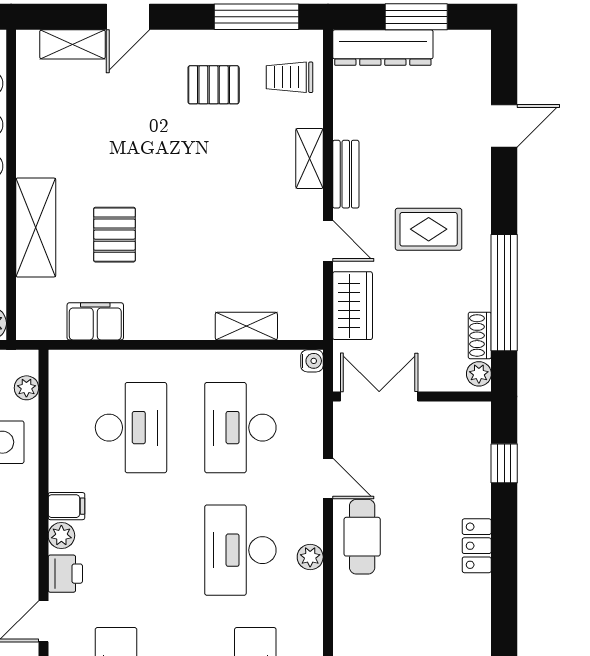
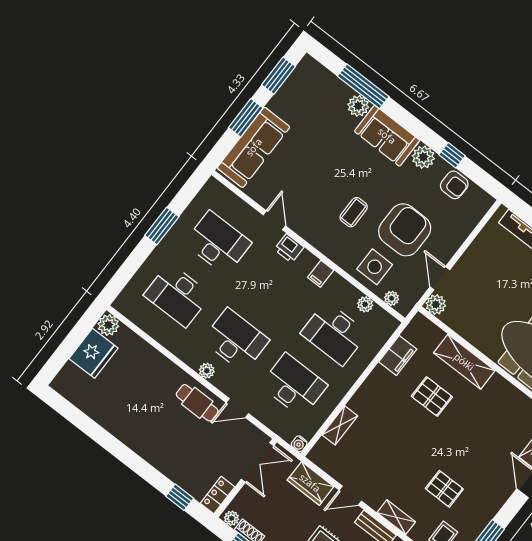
pallet: (214, 85) -> (444, 489), moved, turned 90
plant: (61, 535) -> (365, 304), moved
locker: (477, 546) -> (218, 495), moved, turned -90

